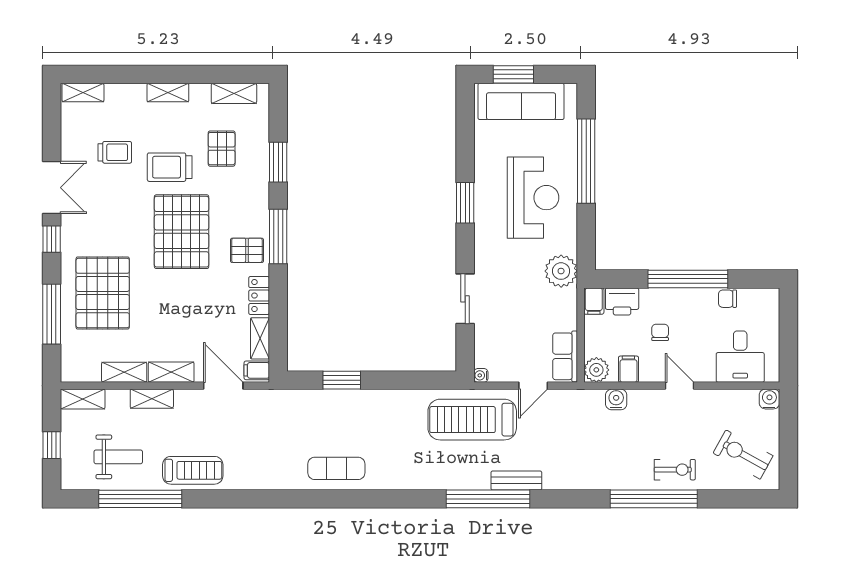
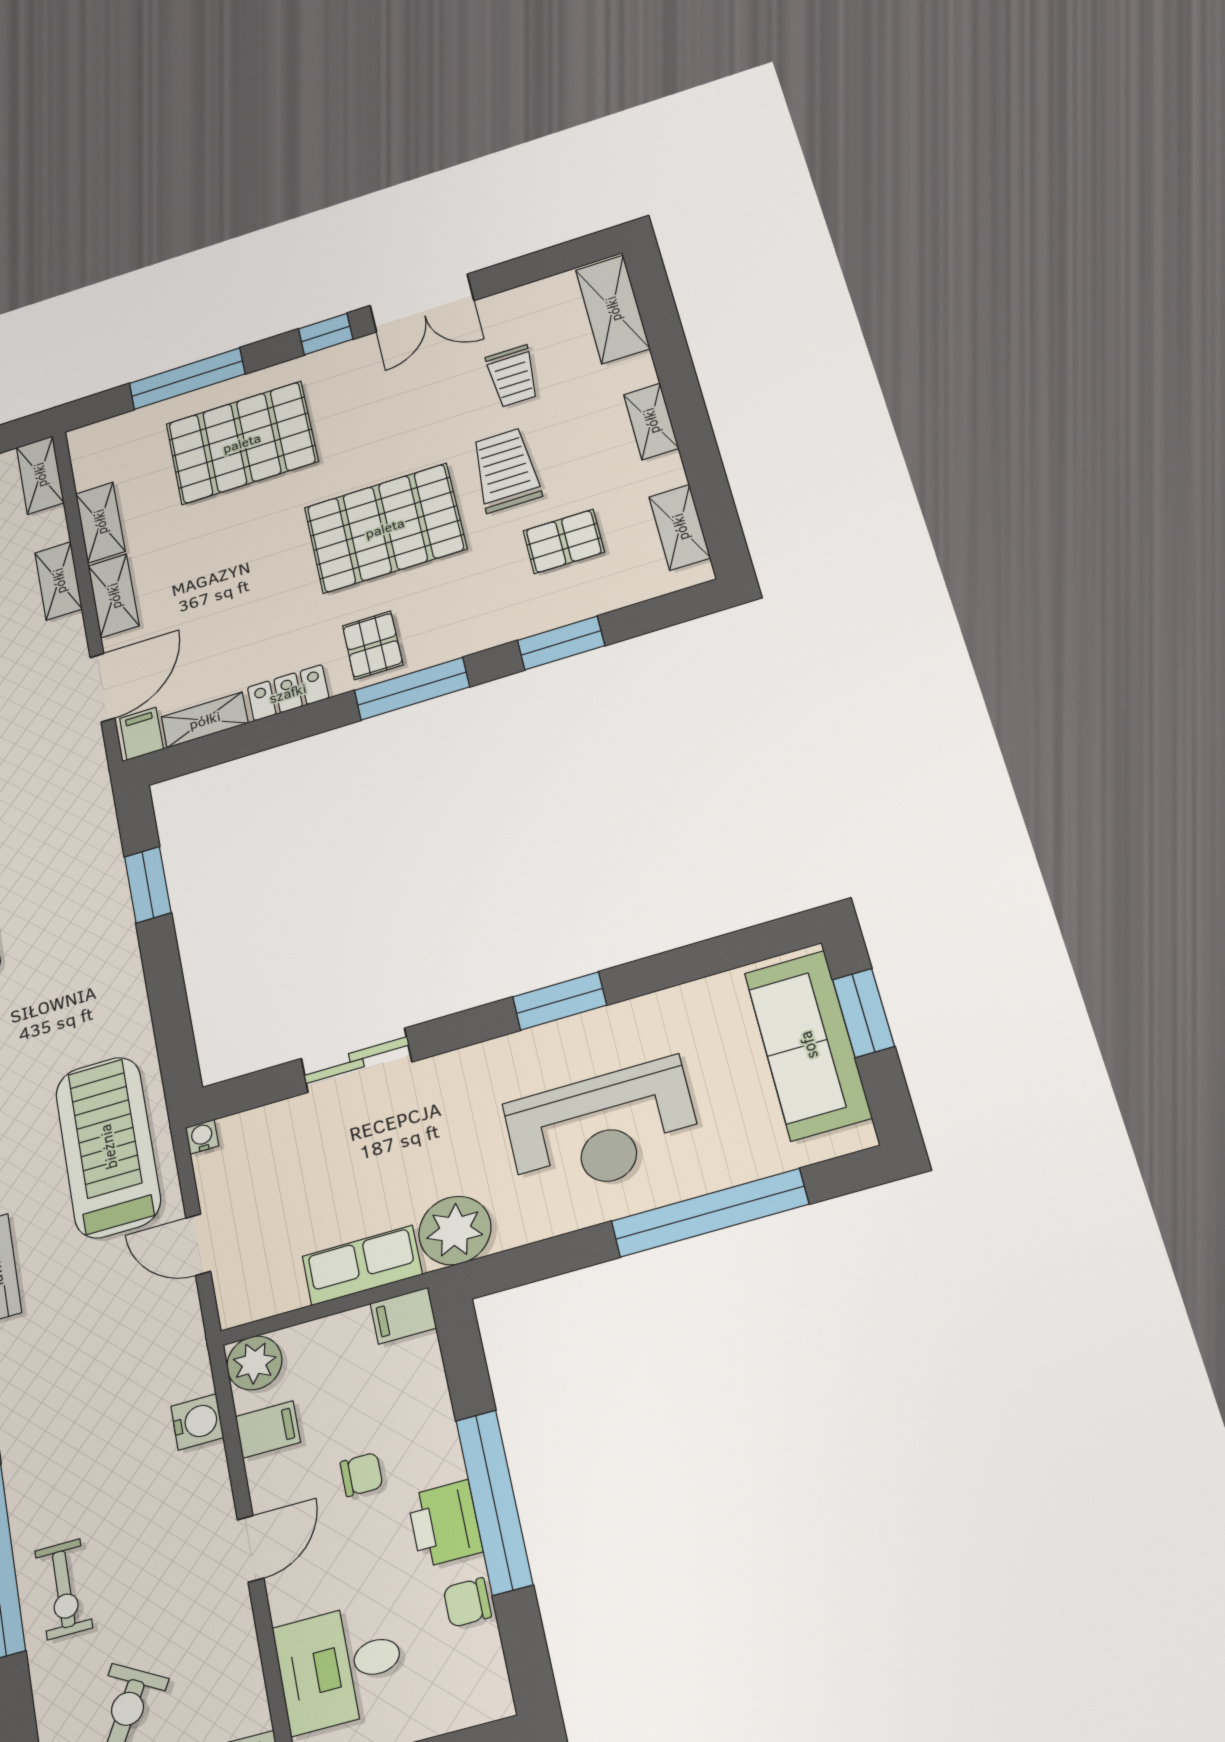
shelving: (83, 93) -> (613, 309), width x1.50, depth x1.33
chair: (728, 299) -> (467, 1602), turned -90
printer: (622, 301) -> (445, 1524), moved
row of seats: (565, 356) -> (362, 1265), moved

